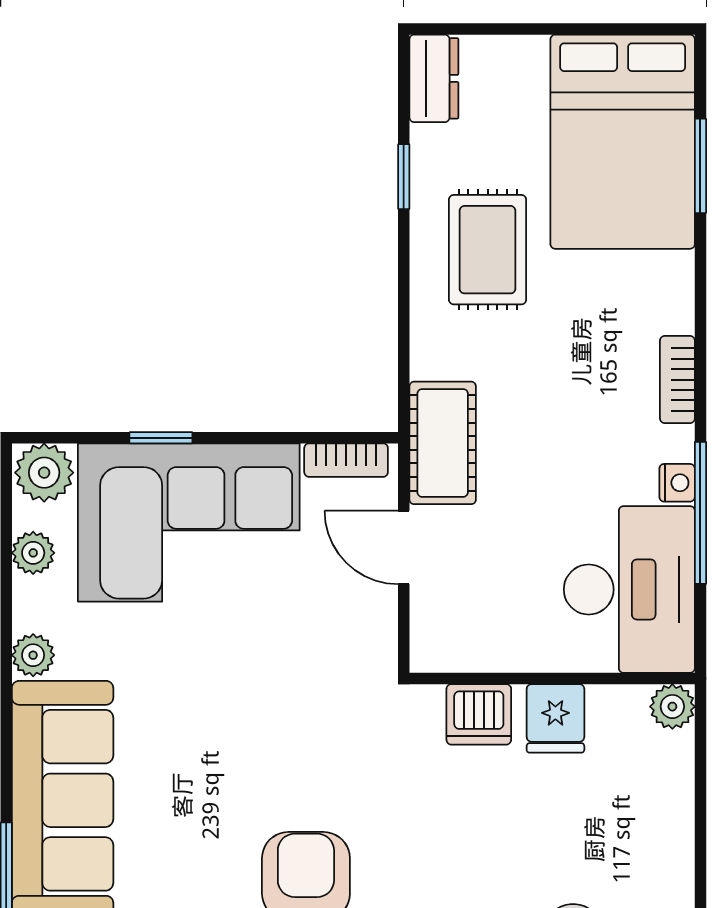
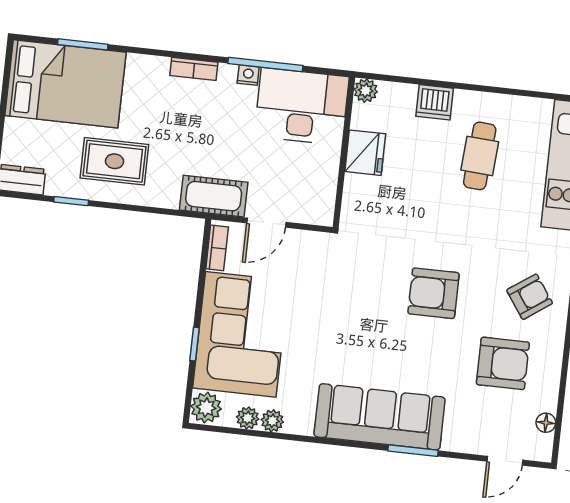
plant: (33, 655) -> (272, 421), moved
dishwasher: (479, 714) -> (435, 102), moved, turned 90
fridge: (555, 718) -> (365, 153), width x1.38

